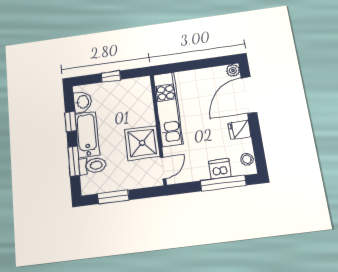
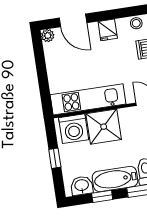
washing machine: (139, 95) -> (74, 129), added
door: (249, 95) -> (73, 20), width x0.73
shower: (142, 143) -> (104, 127), moved

